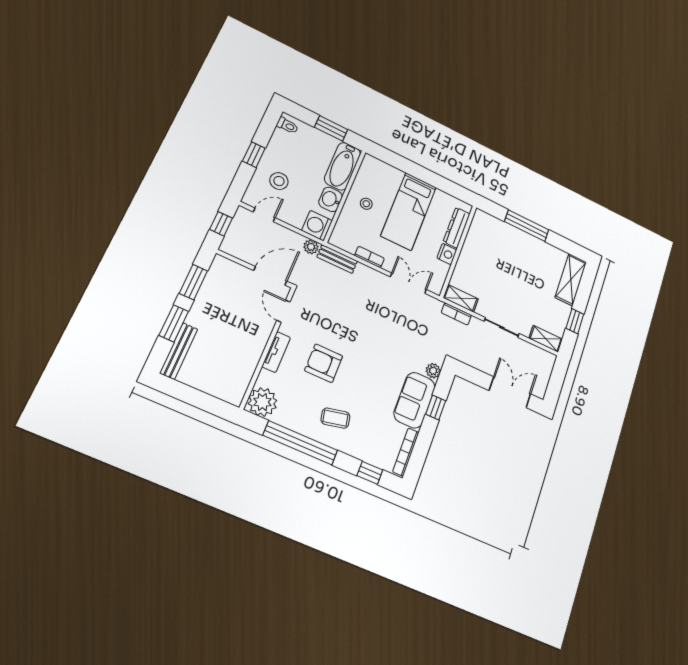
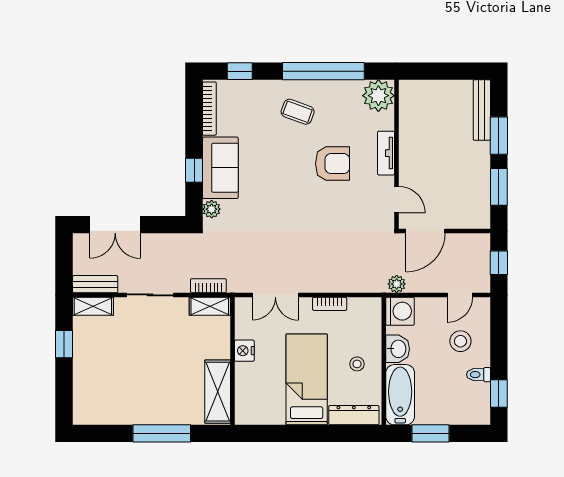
toilet: (287, 125) -> (478, 375), moved
window: (254, 155) -> (499, 393), moved
dresser: (457, 228) -> (354, 415), moved, turned -90
bench: (337, 259) -> (95, 284), moved
shelving: (571, 280) -> (218, 392), moved
coffee table: (335, 418) -> (298, 112), turned 32

